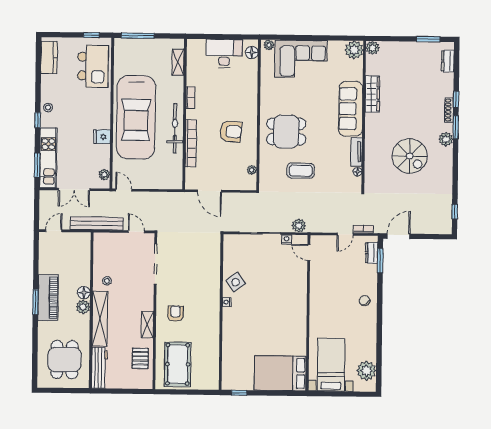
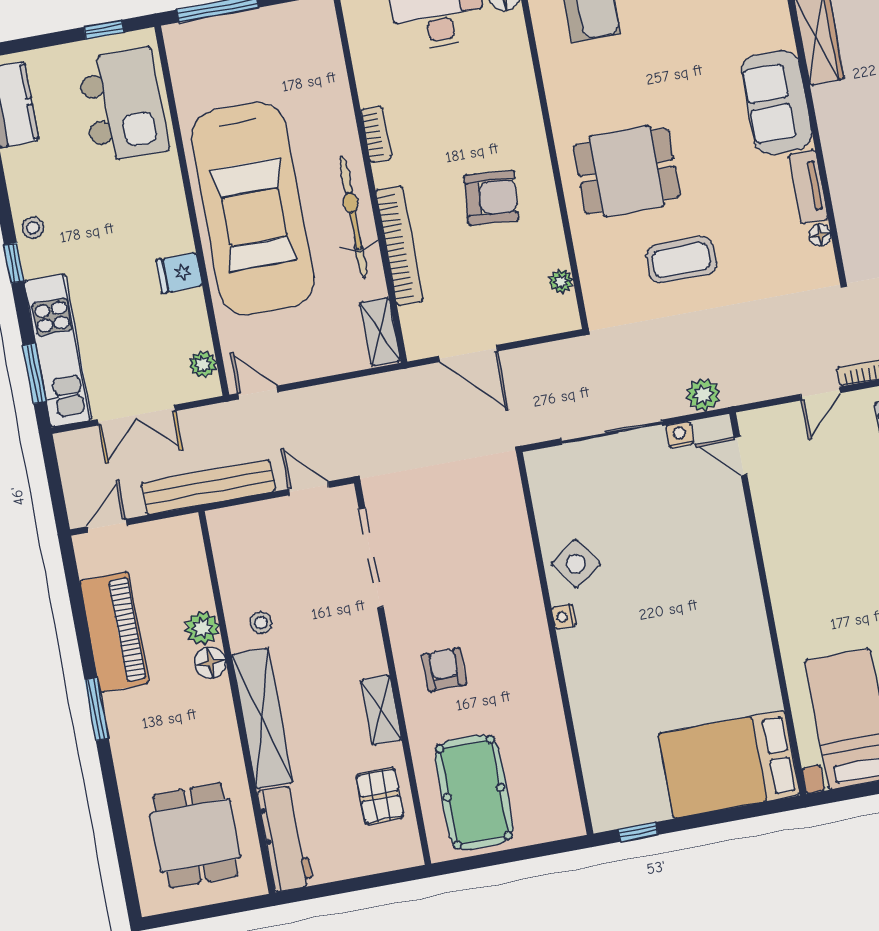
shelving: (178, 62) -> (380, 332), moved
sofa: (351, 109) -> (777, 102), width x0.73
piano: (48, 298) -> (114, 632), moved
plant: (83, 307) -> (202, 628), moved

